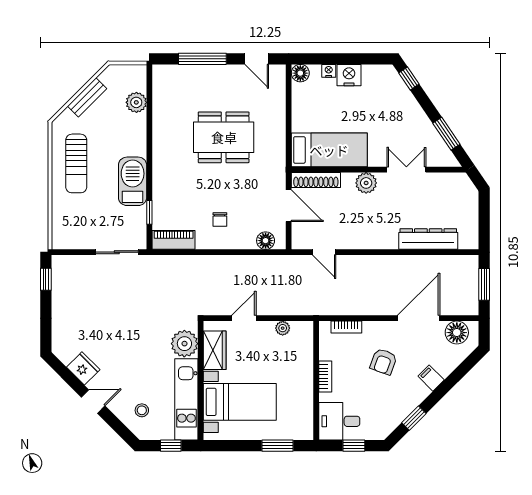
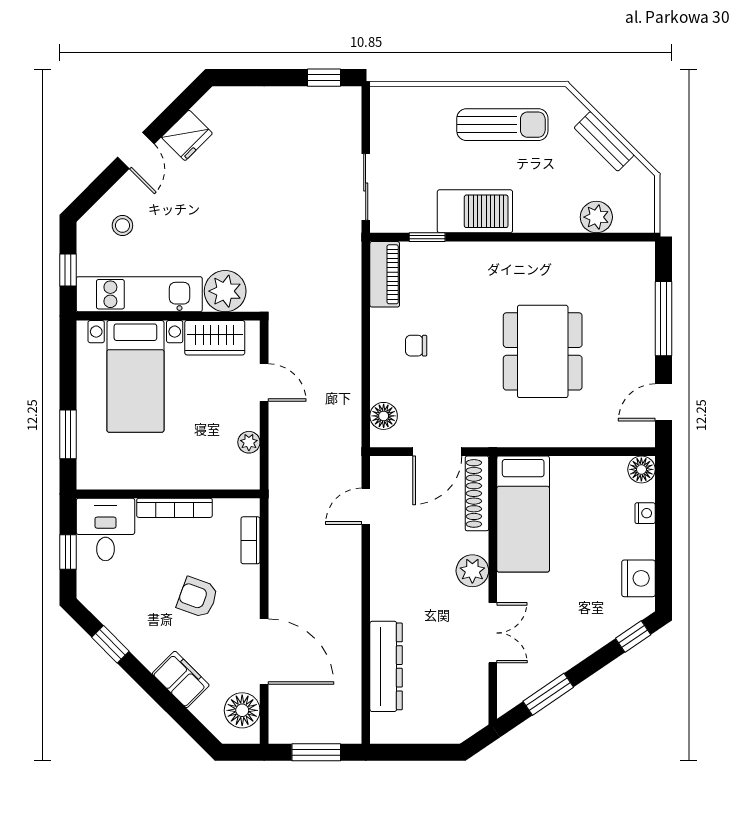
nightstand: (349, 75) -> (638, 578), moved
sun lounger: (76, 163) -> (502, 125), turned 180
bookcase: (325, 376) -> (174, 508), width x1.56
filing cabinet: (431, 378) -> (181, 679), width x2.00

